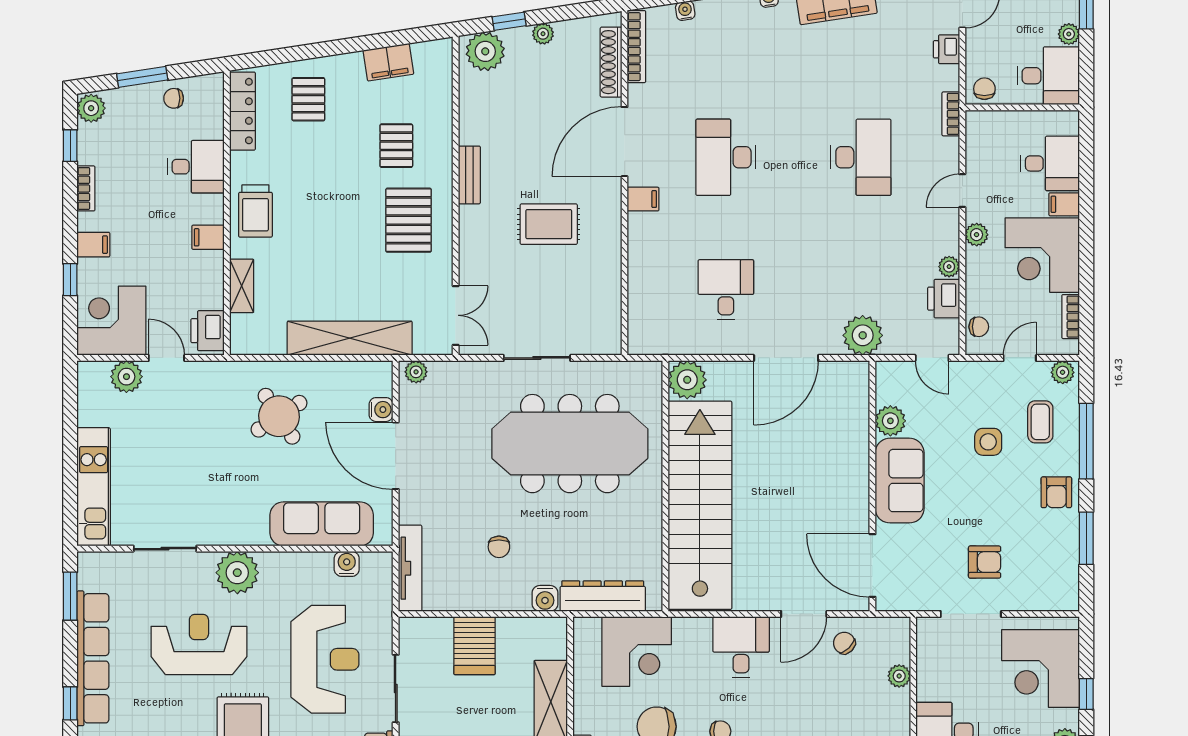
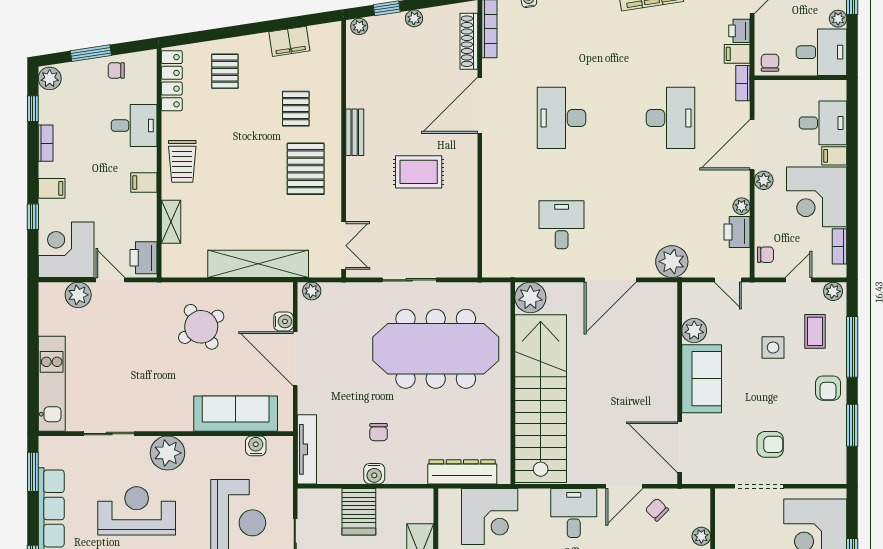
plant: (485, 51) -> (359, 26), width x0.53, depth x0.53
door: (962, 191) -> (752, 145), width x1.88
filing cabinet: (643, 199) -> (737, 54), moved, turned 180
water cooler: (545, 598) -> (374, 474), moved

